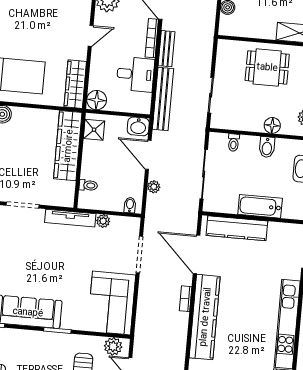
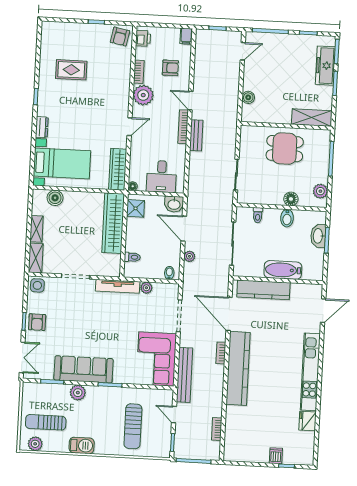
desk: (135, 74) -> (161, 177), moved, turned 90
bench: (163, 99) -> (184, 375), moved
floor lamp: (97, 100) -> (133, 186), width x0.53, depth x0.53
plant: (113, 346) -> (78, 393), moved

